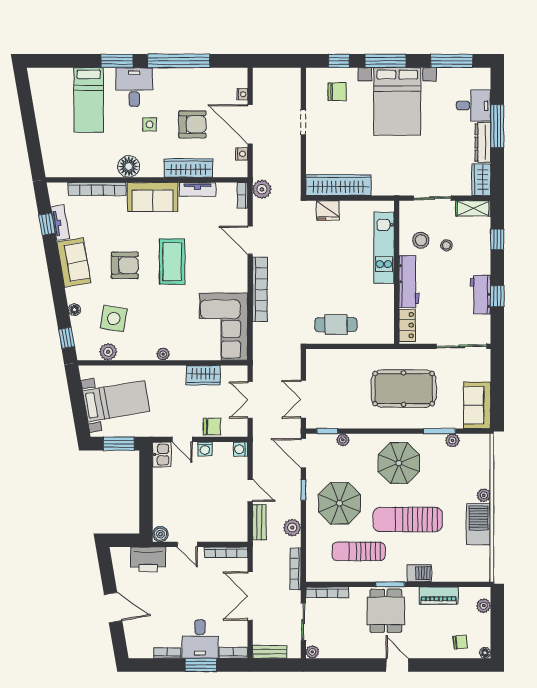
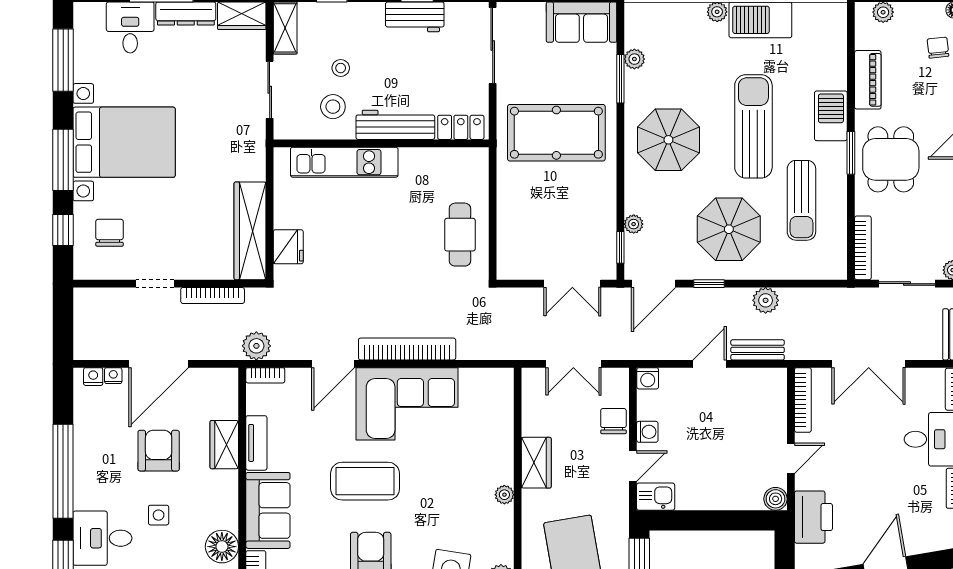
nightstand: (242, 154) -> (93, 377), moved
wardrobe: (188, 168) -> (224, 445), width x0.67
corner sofa: (223, 327) -> (407, 404), moved
wardrobe: (203, 375) -> (536, 463), moved
pool table: (404, 389) -> (556, 133), turned 90
sun lounger: (408, 519) -> (753, 126), turned 180
bookcase: (295, 569) -> (213, 295), moved
barbecue: (419, 573) -> (831, 116), width x1.38, depth x1.27
dining table: (386, 611) -> (891, 159), turned 90

